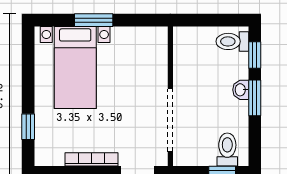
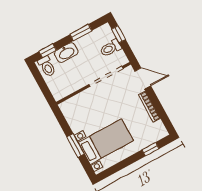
washbasin: (241, 90) -> (66, 53), width x1.91, depth x1.45
window: (255, 98) -> (81, 33), moved
toilet: (227, 149) -> (111, 48), moved

